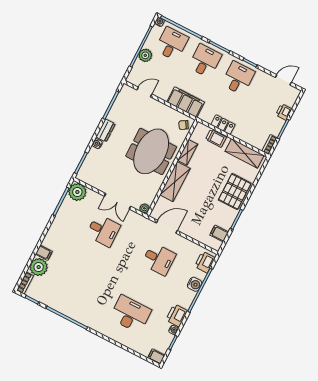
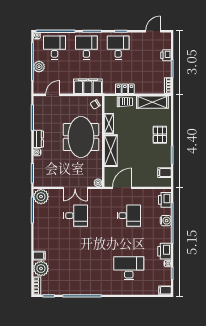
pallet: (235, 192) -> (160, 135), width x0.67, depth x0.71

